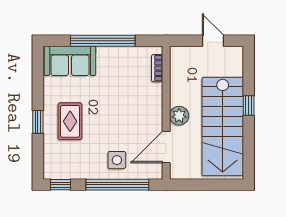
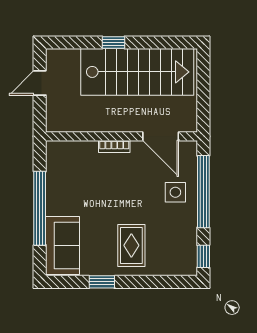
bookcase: (157, 68) -> (114, 147), moved
plant: (179, 116) -> (125, 121), removed
rug: (70, 121) -> (131, 245), turned 90
window: (38, 122) -> (102, 282), moved

